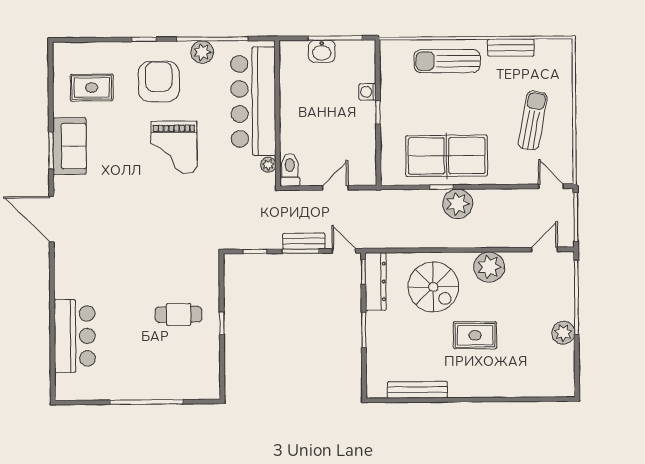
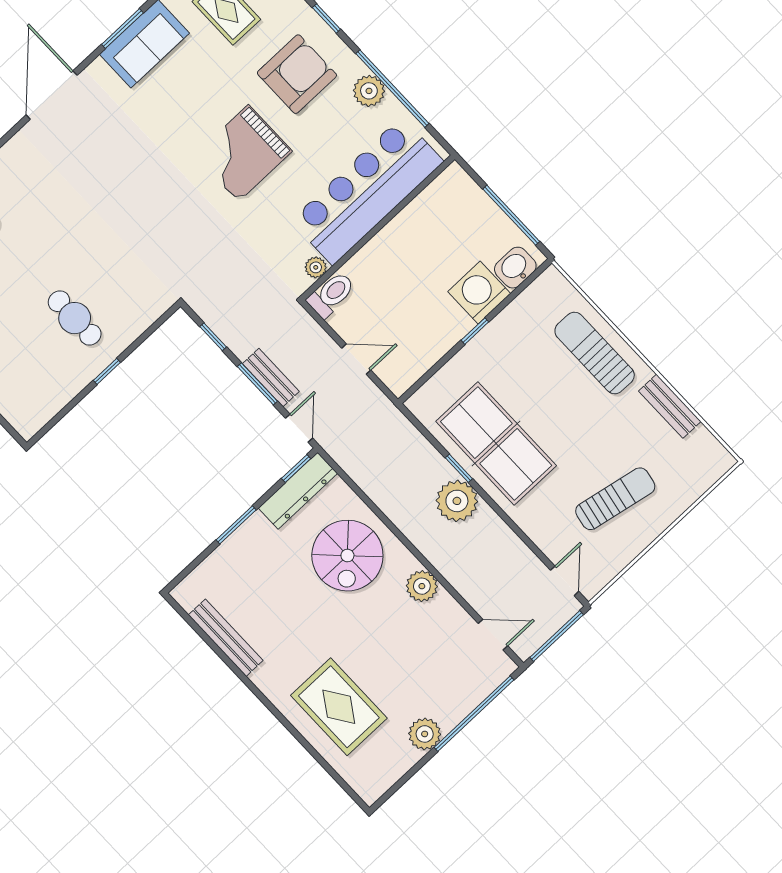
washbasin: (322, 51) -> (515, 268), moved, turned 90
washing machine: (367, 92) -> (479, 293), width x1.89, depth x1.89
plant: (489, 267) -> (422, 586), width x0.73, depth x0.73
rug: (475, 335) -> (339, 707), moved, width x1.36, depth x1.43

